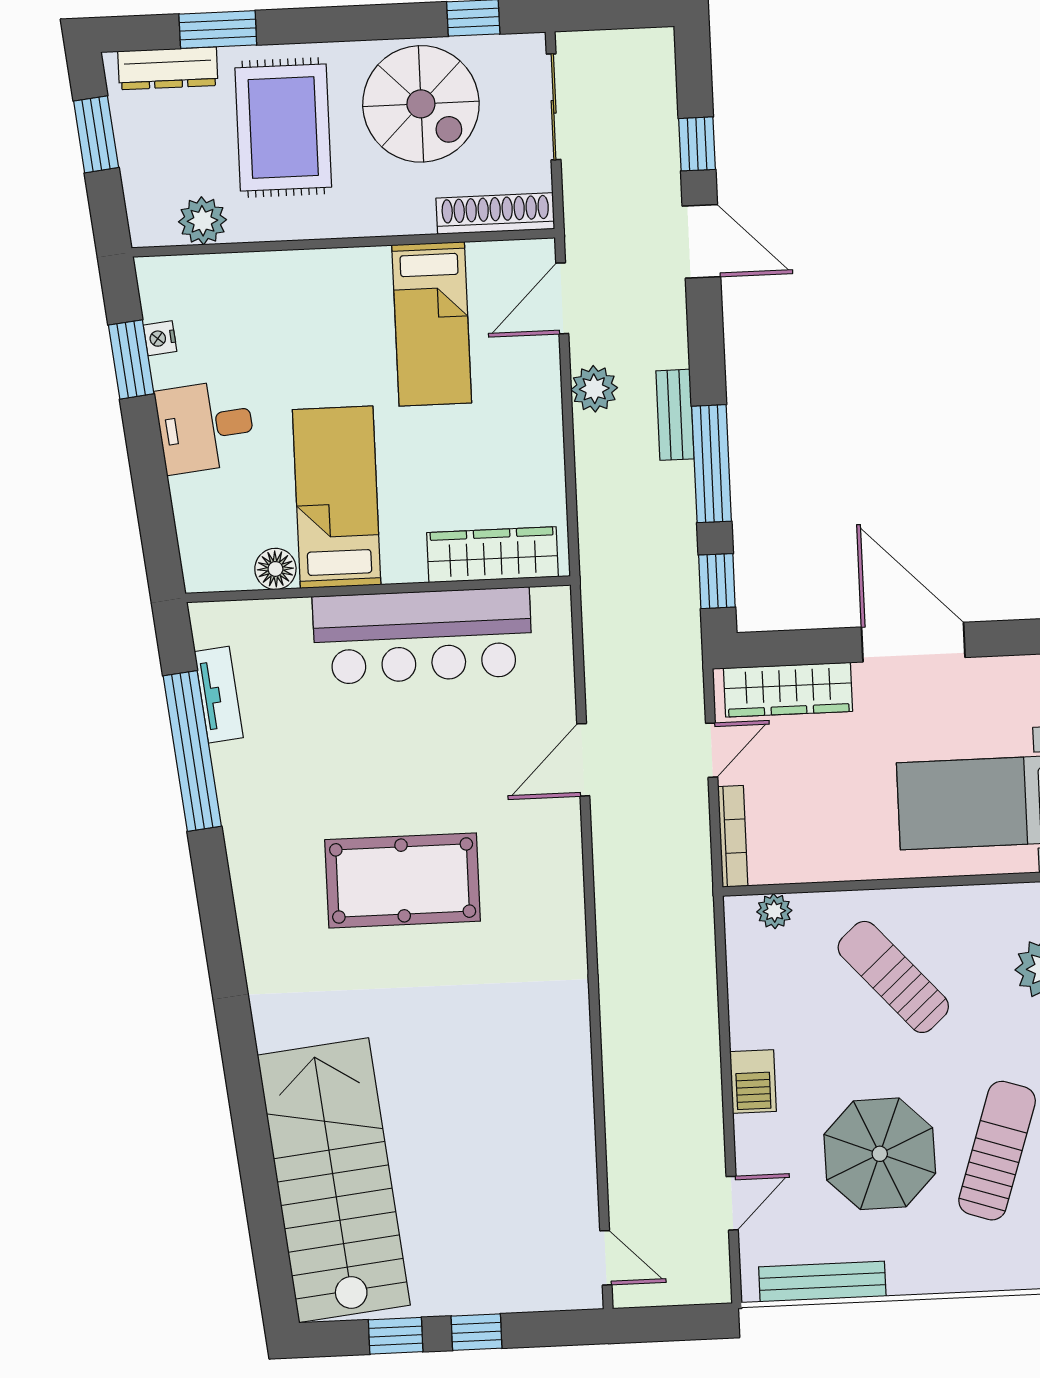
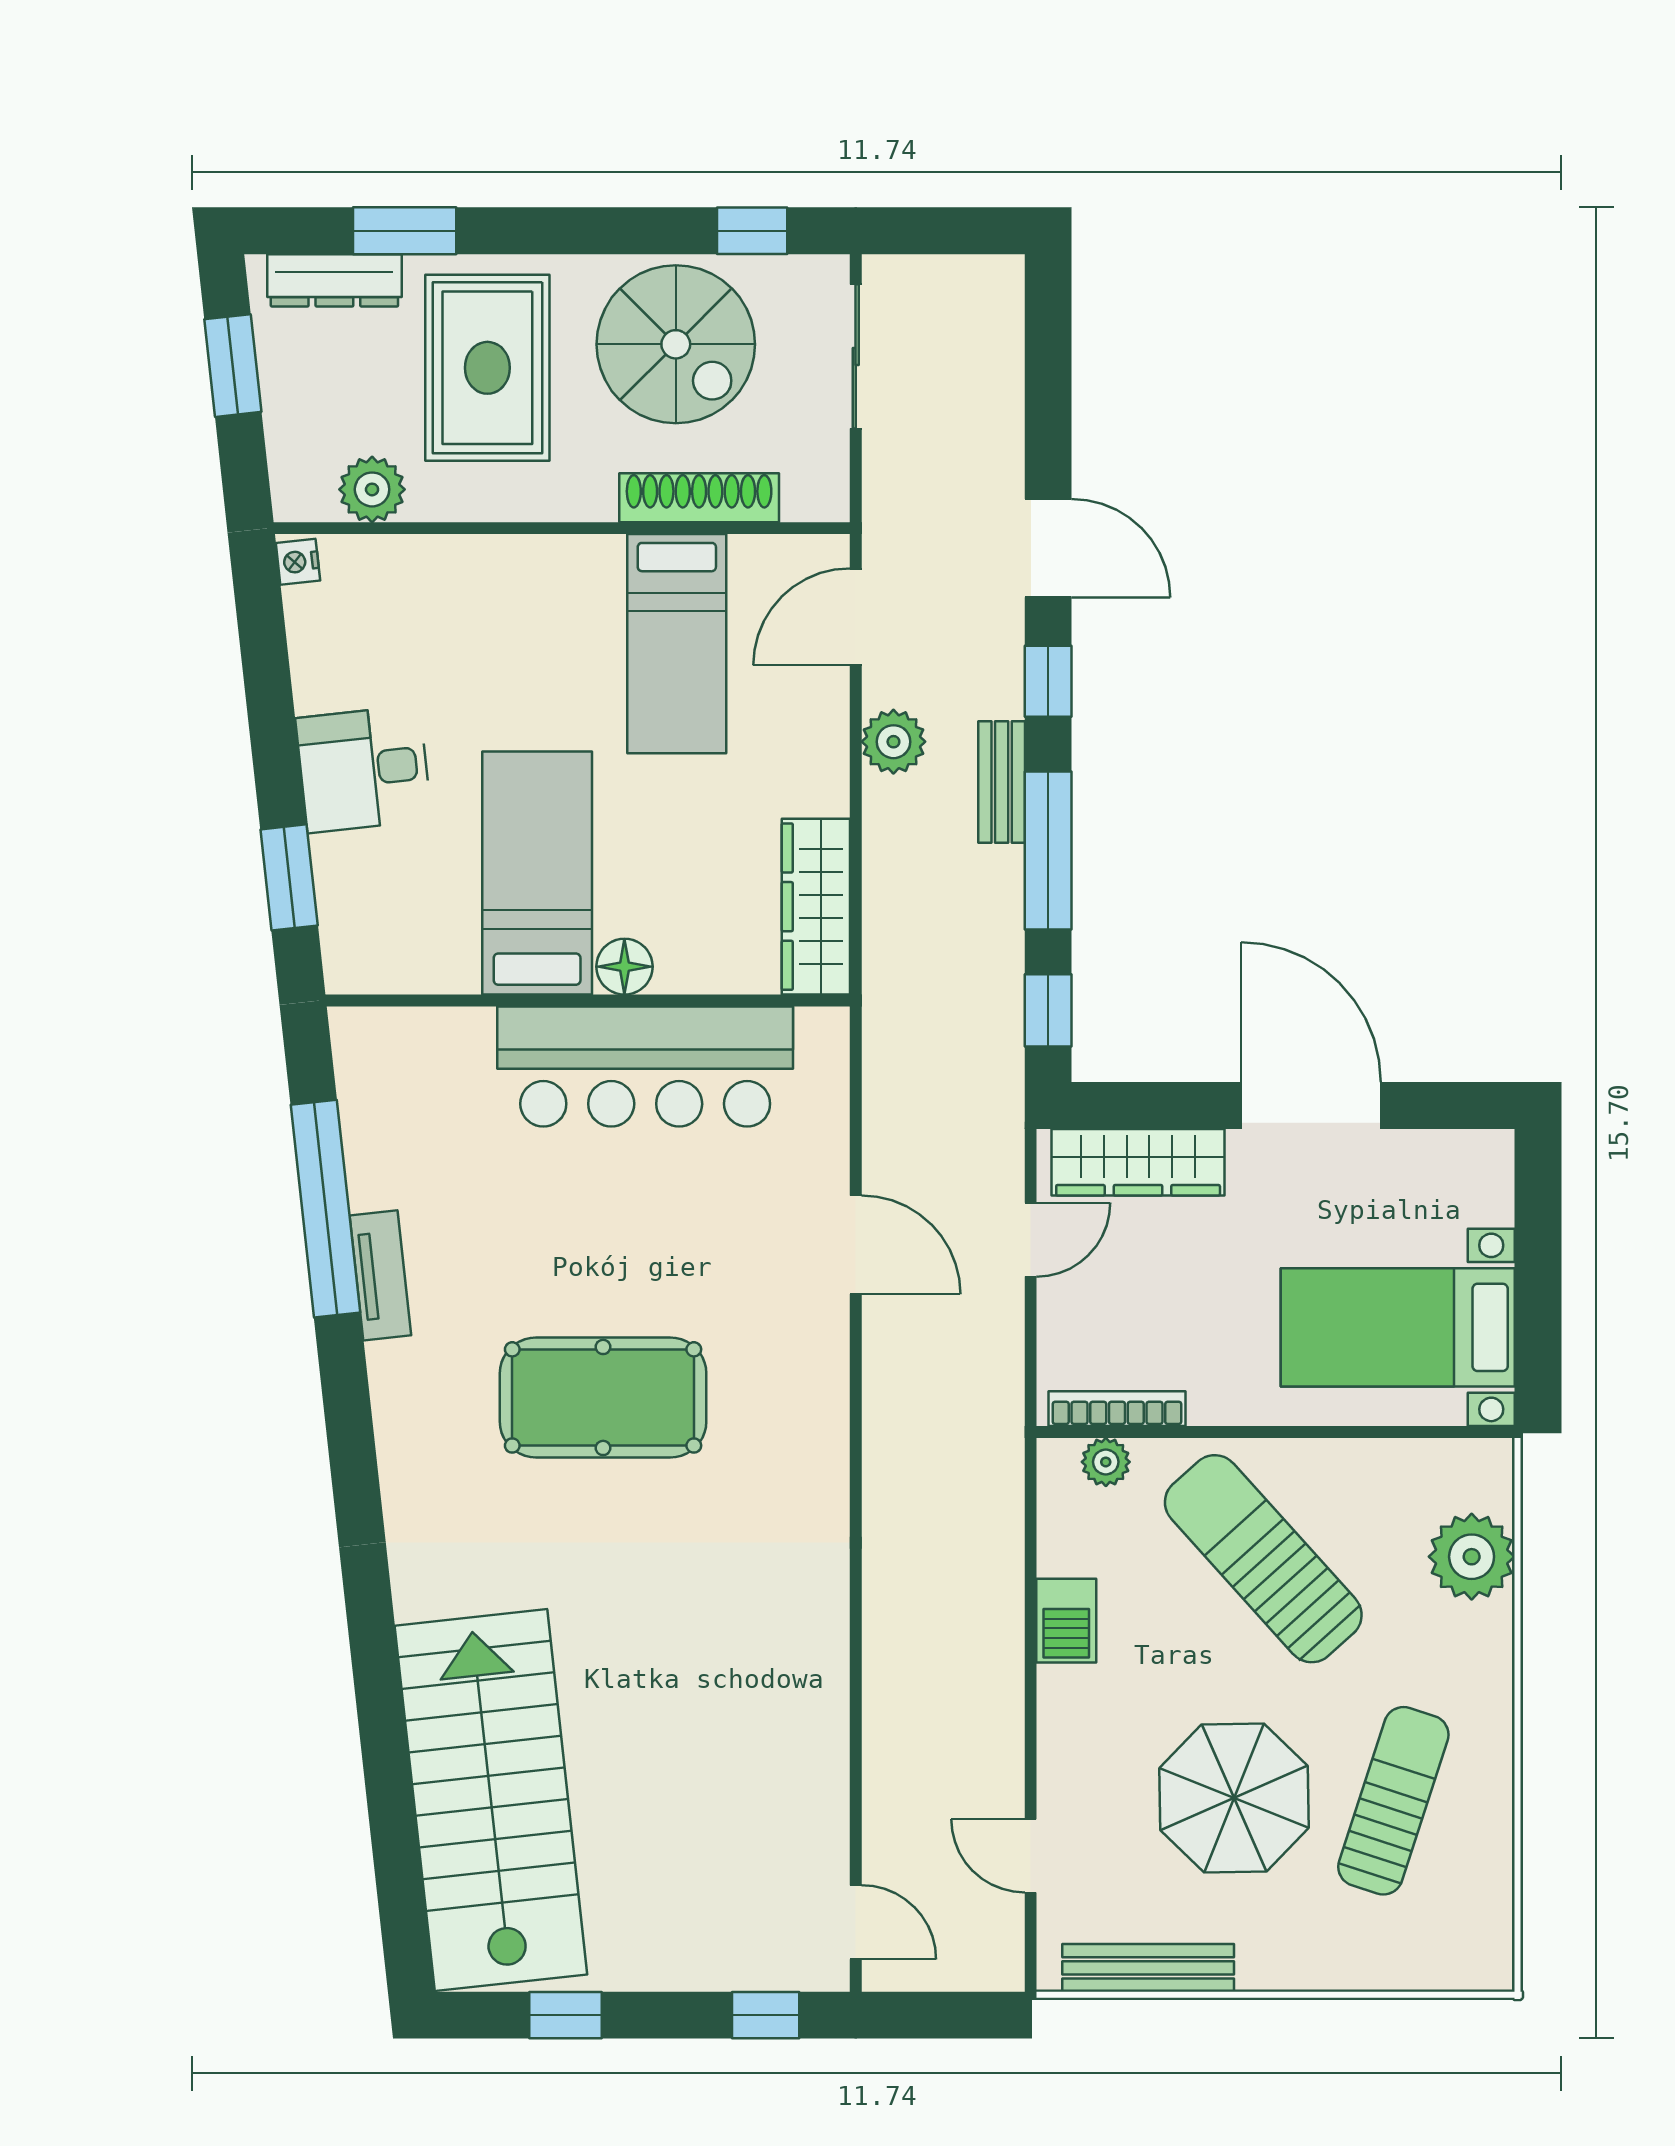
window: (697, 144) -> (1048, 681), moved
shoe rack: (495, 214) -> (699, 498), moved
nightstand: (160, 338) -> (298, 562), moved
window: (131, 359) -> (289, 877), moved
wardrobe: (493, 555) -> (816, 907), moved, turned -90
floor lamp: (275, 569) -> (624, 967), moved
tv unit: (219, 695) -> (380, 1275), moved
door: (583, 760) -> (856, 1245), swing flipped
bookcase: (733, 836) -> (1117, 1409), moved, turned -90
sun lounger: (893, 977) -> (1263, 1559), width x1.36, depth x1.34
barbecue: (753, 1082) -> (1066, 1621), moved
door: (732, 1203) -> (1031, 1856), swing flipped
window: (476, 1332) -> (766, 2015), moved

